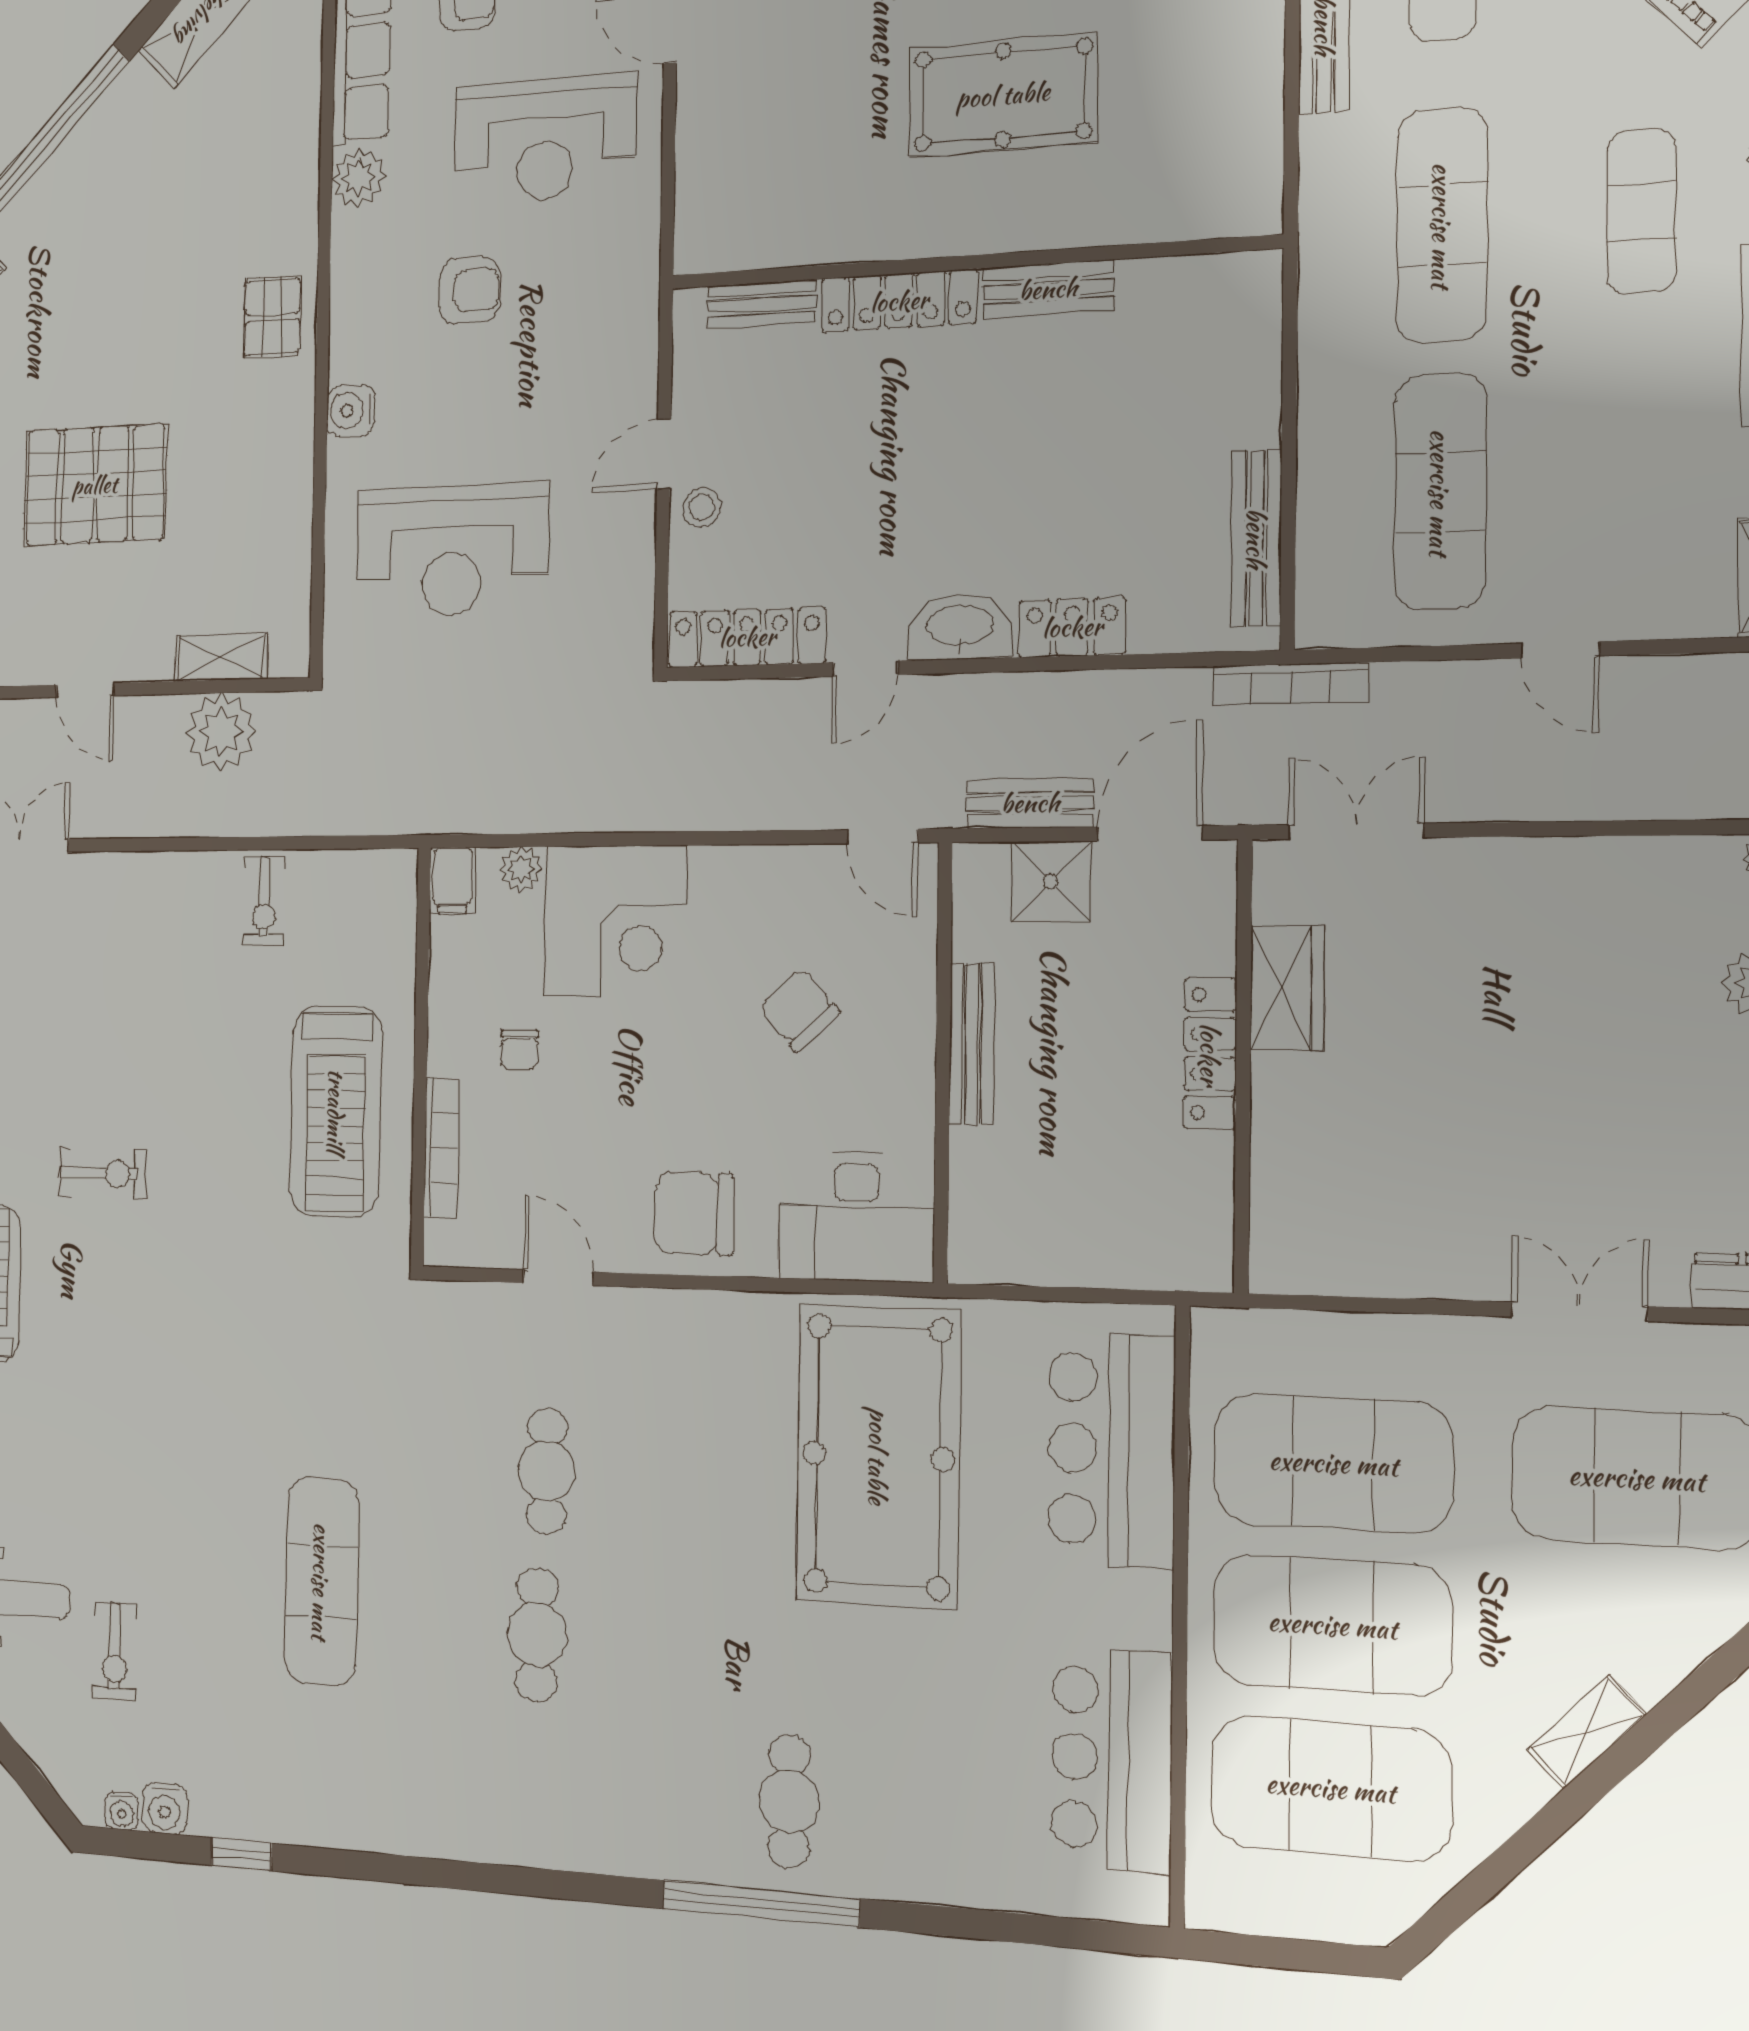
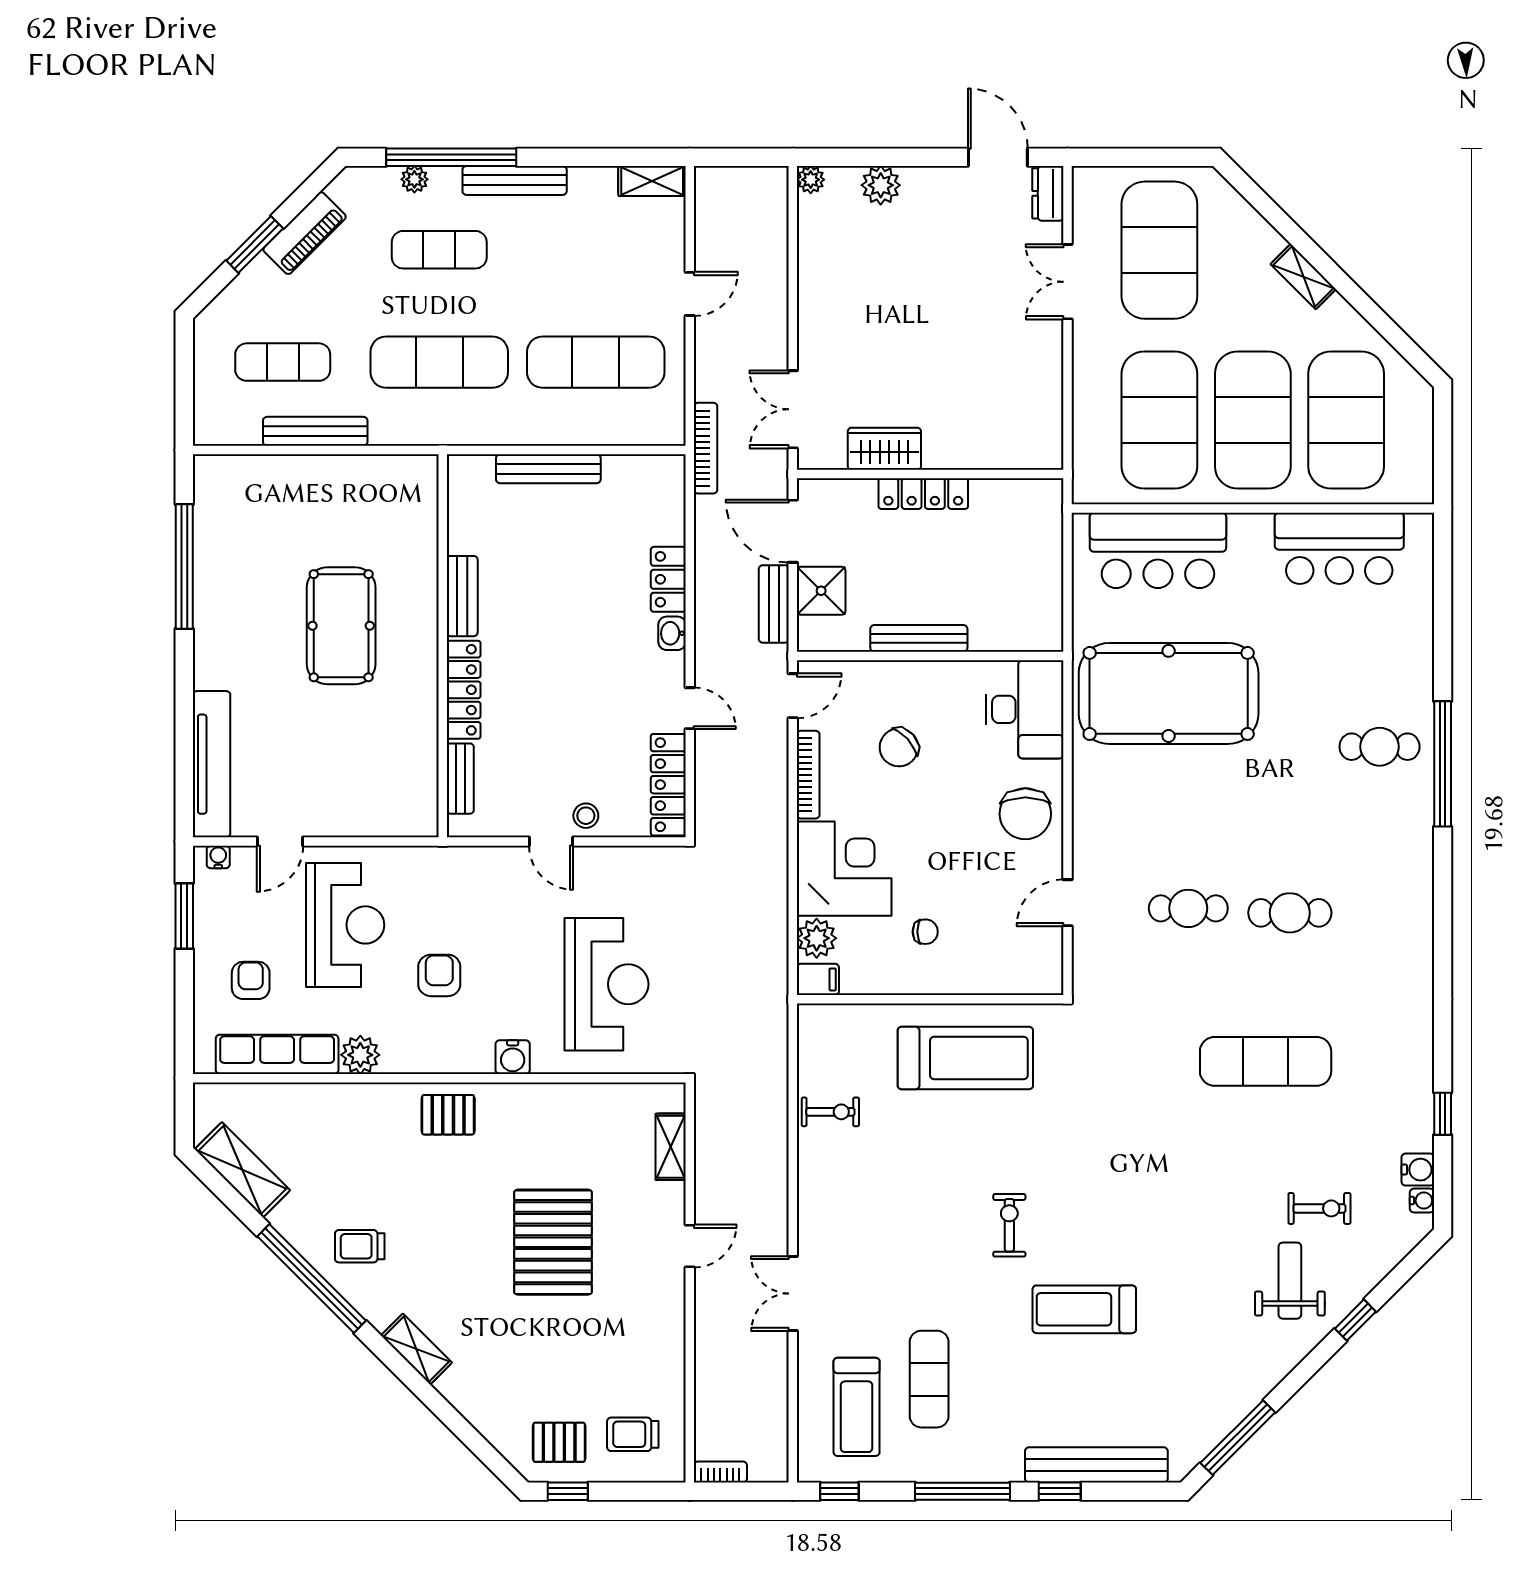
trolley: (97, 198) -> (360, 1246), added
bench: (1256, 538) -> (548, 469), moved
washbasin: (960, 627) -> (672, 633), width x0.52, depth x0.69
plant: (221, 732) -> (720, 1146), removed
plant: (521, 869) -> (817, 938), width x1.38, depth x1.38
bookcase: (441, 1148) -> (808, 775), moved, turned 90

